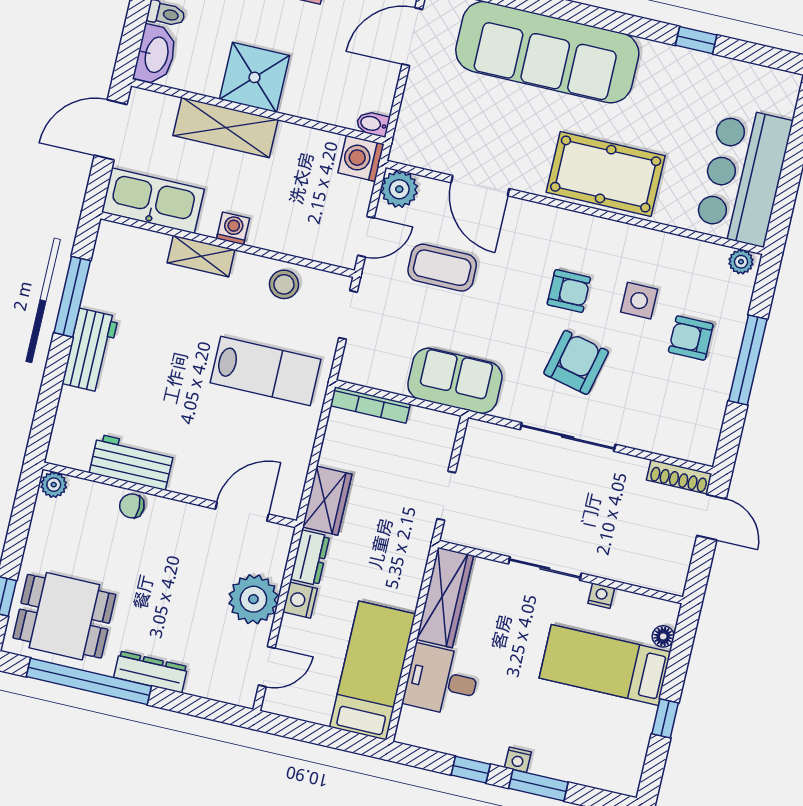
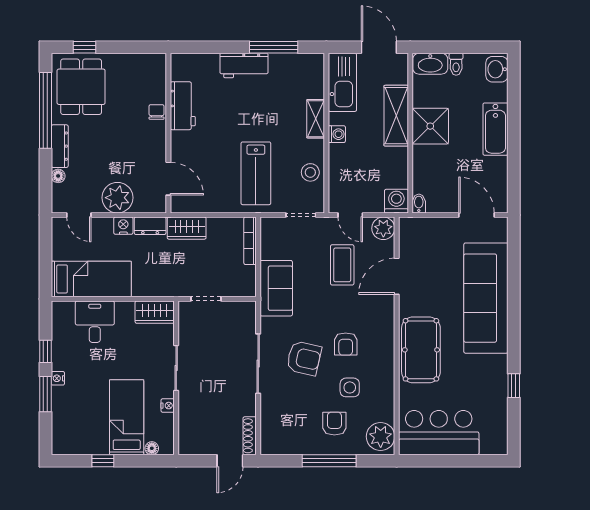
plant: (741, 262) -> (381, 437), width x1.88, depth x1.88
plant: (54, 485) -> (158, 62), removed
wardrobe: (445, 597) -> (155, 312), width x0.67
floor lamp: (197, 685) -> (58, 176), added

